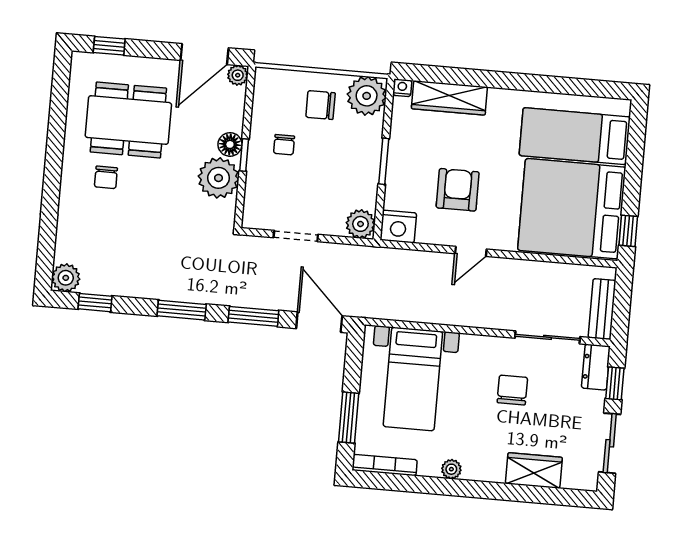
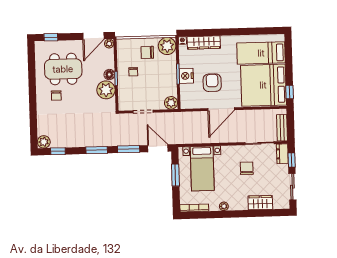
nightstand: (398, 226) -> (186, 76), moved, turned 90
door: (471, 251) -> (221, 109), width x1.87
window: (349, 418) -> (175, 175), moved

